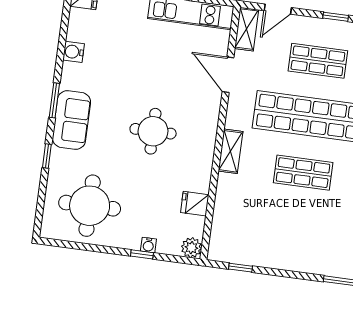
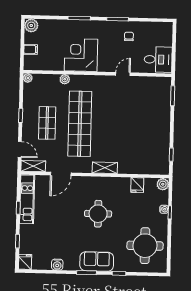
shop shelf: (303, 173) -> (113, 125), removed

